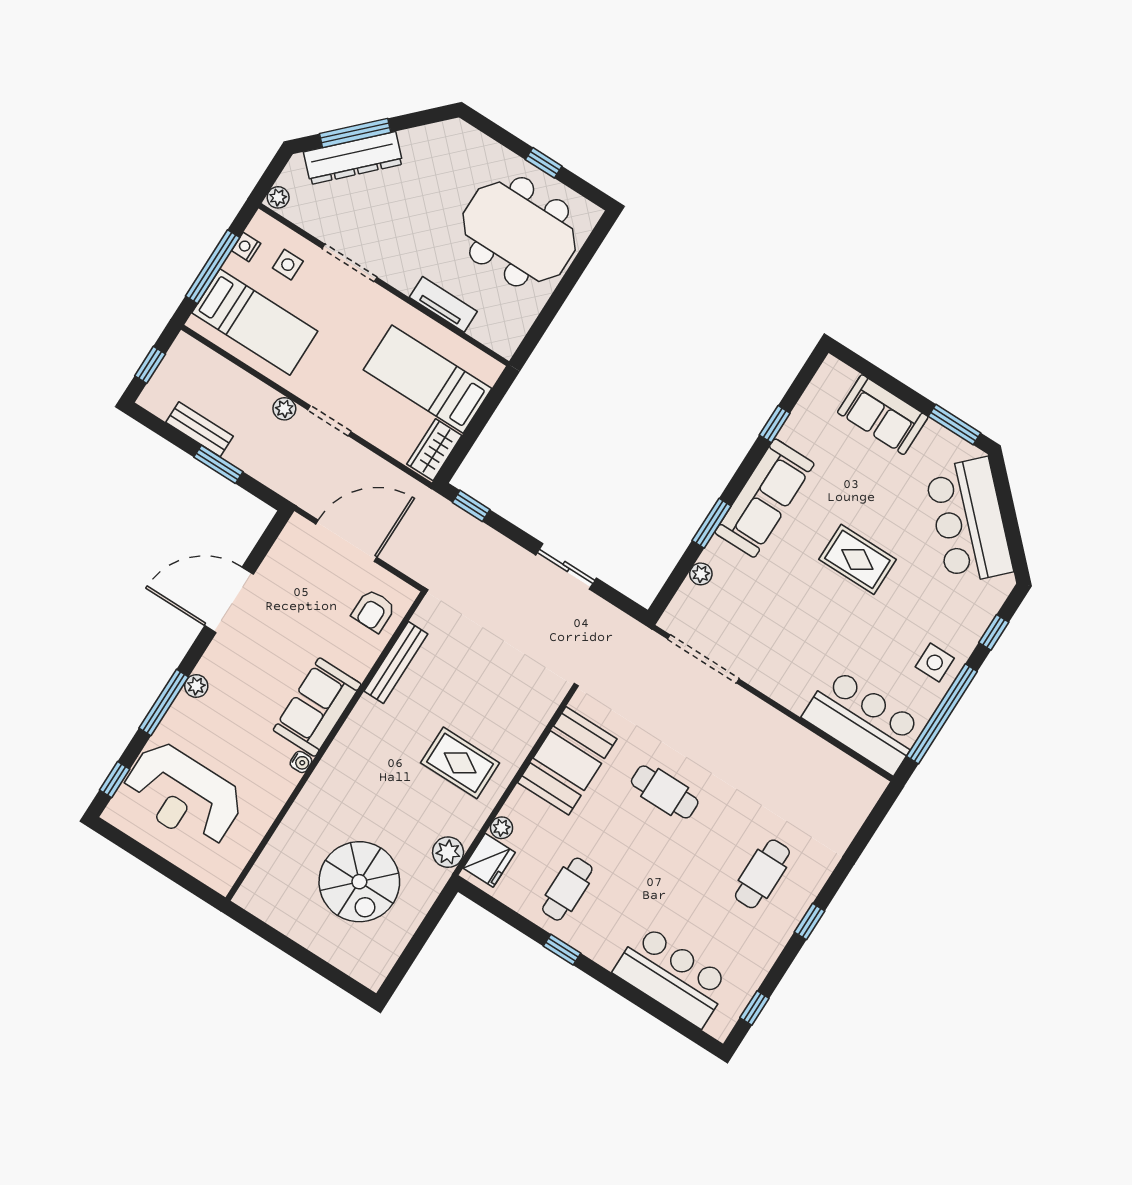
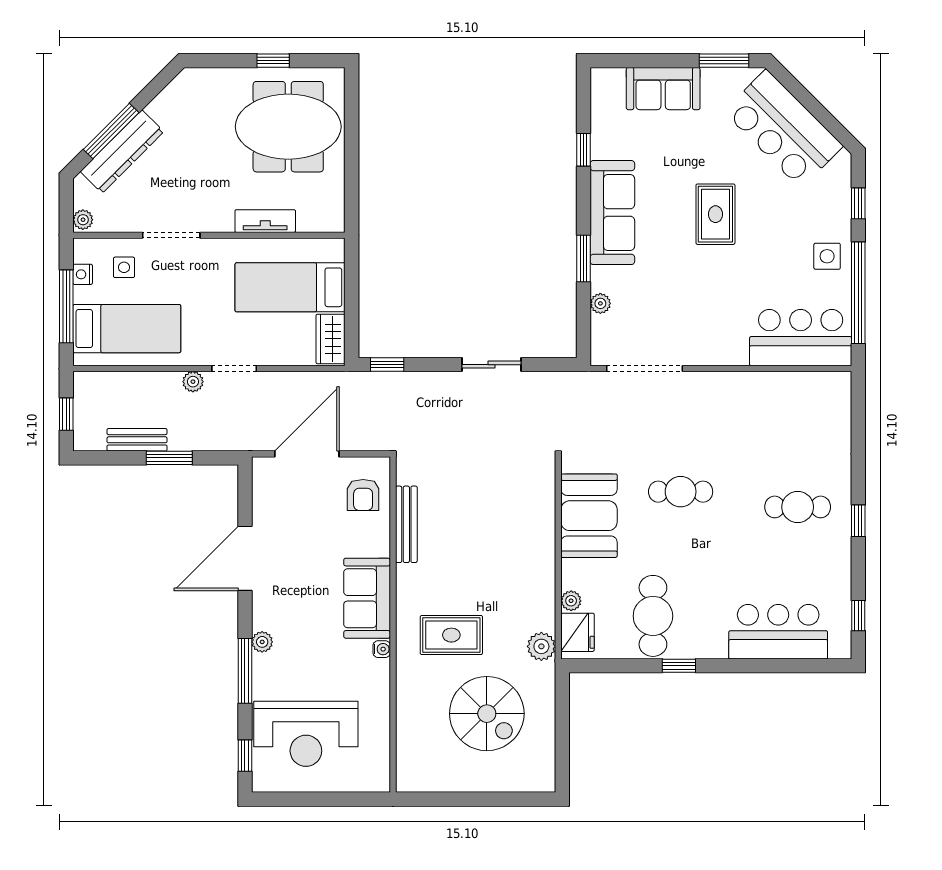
rug: (857, 559) -> (715, 214), turned 90
rug: (460, 763) -> (451, 635), moved
cafe table: (762, 874) -> (798, 507), turned 90
cafe table: (567, 889) -> (653, 616), width x1.37, depth x1.35

